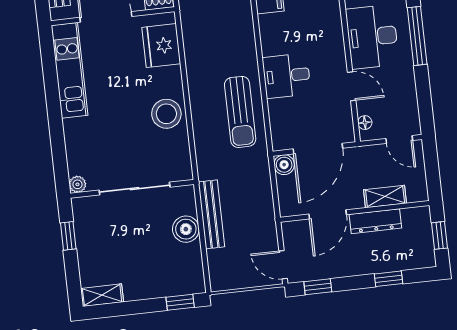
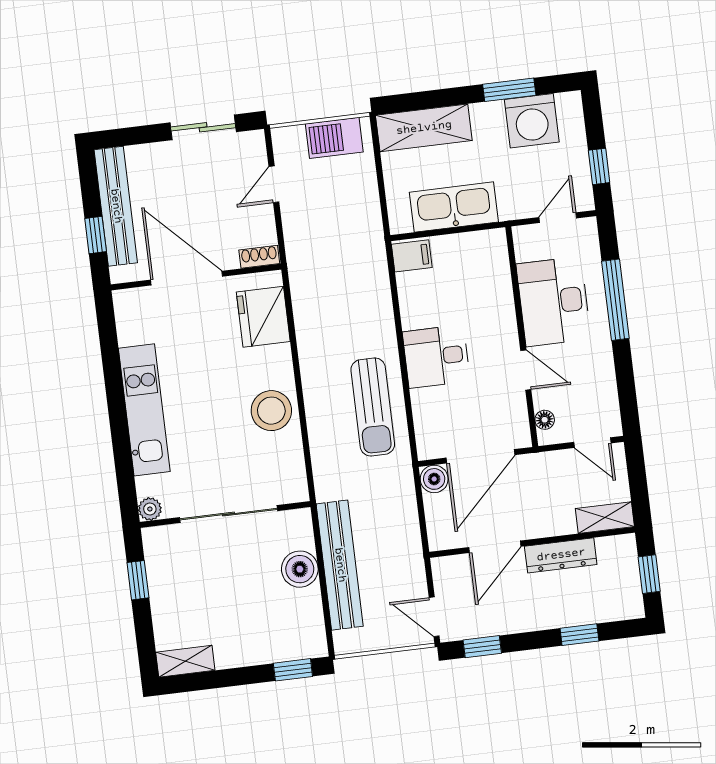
kitchen unit: (69, 70) -> (144, 410), moved
shelving: (385, 197) -> (605, 518), moved
bench: (211, 214) -> (340, 565), width x1.37, depth x1.21

